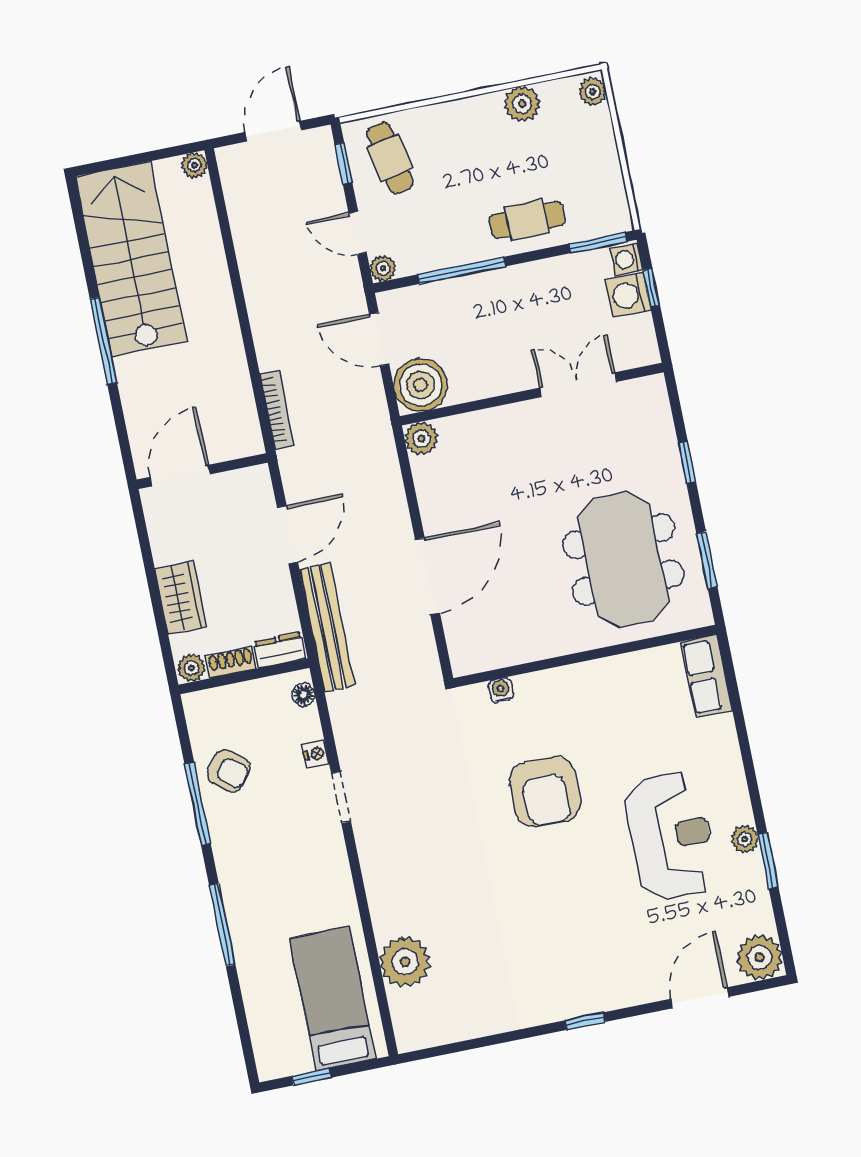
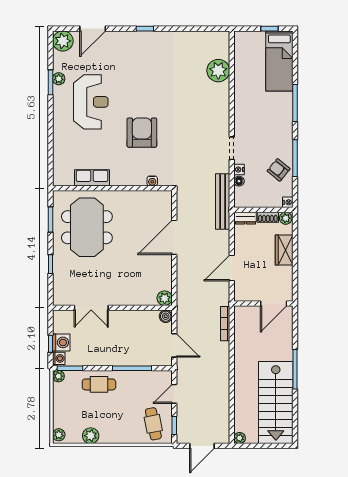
door: (358, 233) -> (174, 394), swing flipped
plant: (383, 268) -> (58, 376), moved
boiler: (420, 385) -> (166, 316), width x0.54, depth x0.54
bench: (327, 628) -> (223, 201), moved
row of seats: (707, 676) -> (92, 178), moved, turned -90
floor lamp: (303, 695) -> (239, 181), moved
nightstand: (194, 704) -> (288, 202), added
reception desk: (671, 836) -> (91, 102), turned 180
plant: (745, 839) -> (59, 79), moved
bed: (333, 999) -> (279, 61), moved

